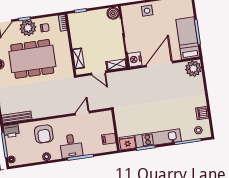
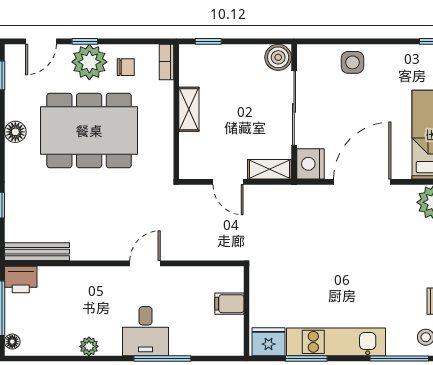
shelving: (78, 58) -> (189, 109), moved
door: (82, 113) -> (145, 263), moved
armchair: (44, 134) -> (90, 296), removed
filing cabinet: (109, 139) -> (229, 304), moved

